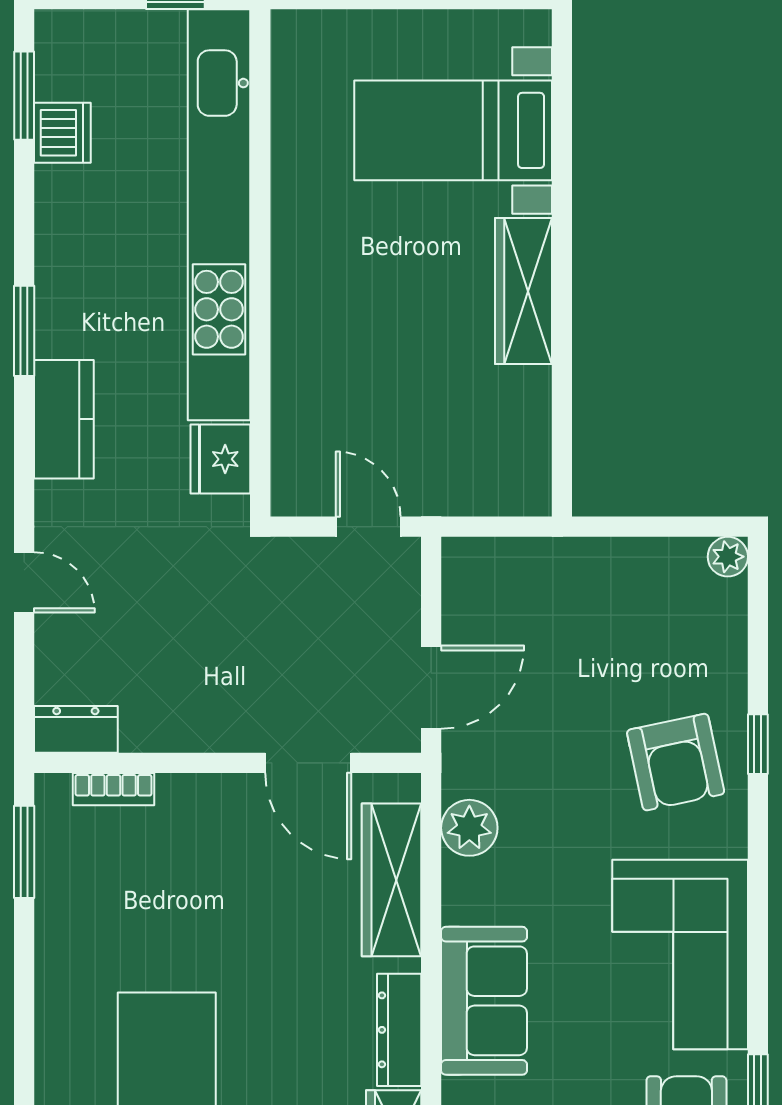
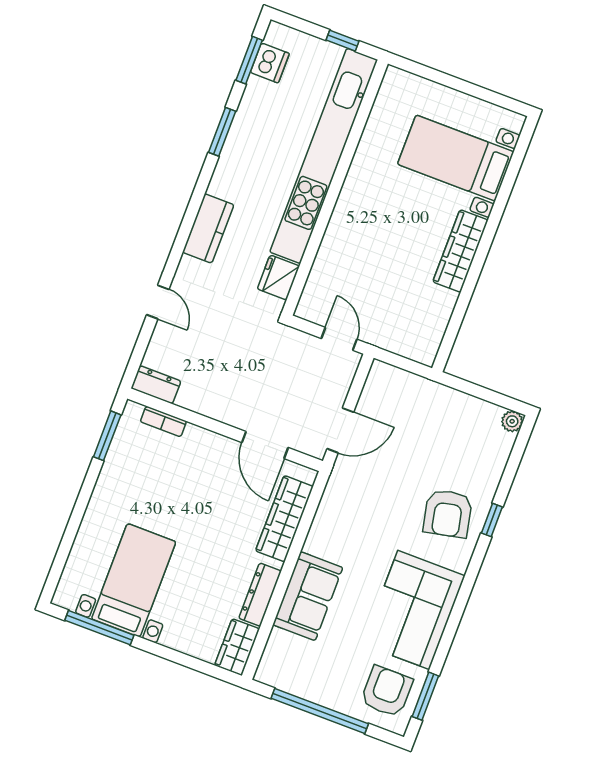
dishwasher: (62, 133) -> (270, 63), moved
window: (24, 331) -> (222, 132), moved
plant: (469, 828) -> (333, 507), removed

